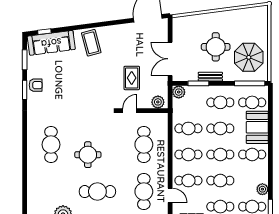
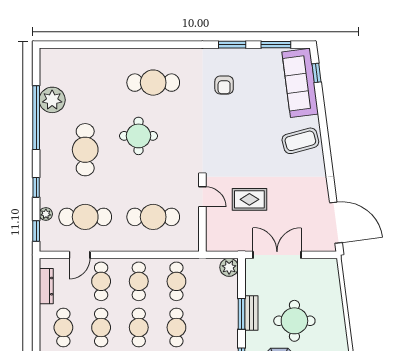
window: (198, 83) -> (241, 314), moved
armchair: (36, 85) -> (224, 85), moved
plant: (158, 102) -> (215, 237), removed
cafe table: (220, 102) -> (214, 327), removed

